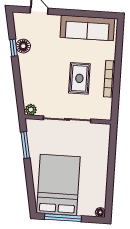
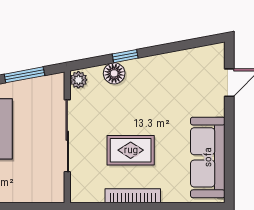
floor lamp: (23, 46) -> (114, 73), moved
window: (14, 48) -> (125, 56), moved

